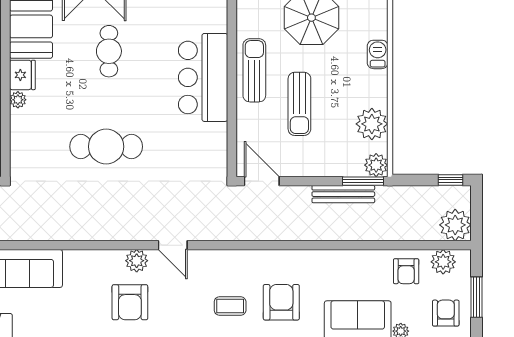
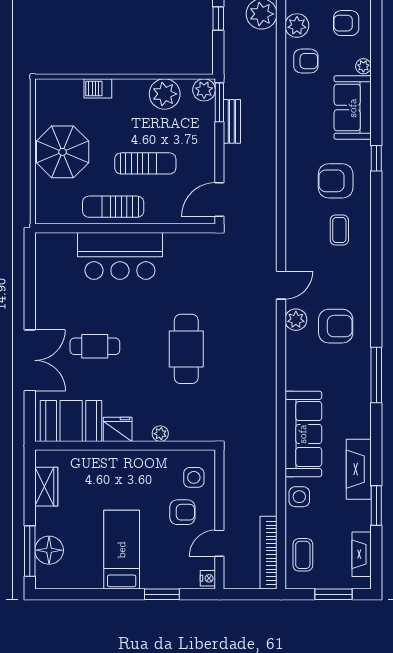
plant: (18, 100) -> (160, 434), moved
bench: (343, 194) -> (232, 121), width x0.73

